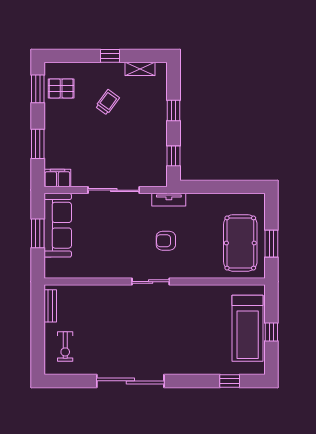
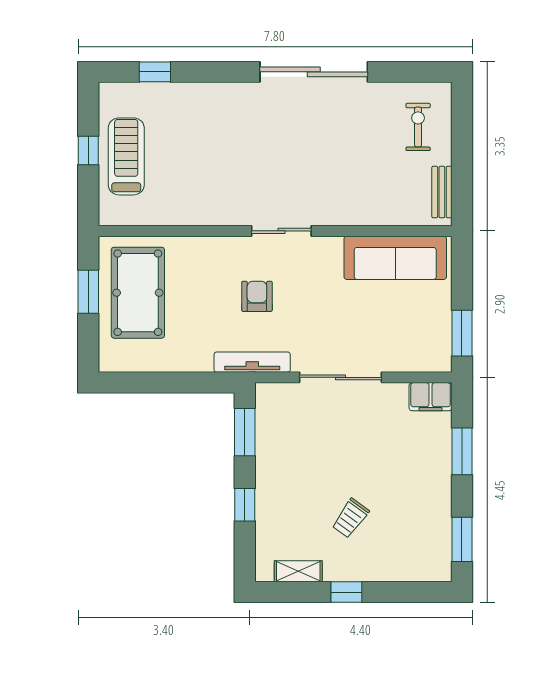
pallet: (61, 88) -> (425, 540), removed
window: (173, 156) -> (245, 432), width x1.50
tv unit: (169, 200) -> (252, 362), width x1.41
sofa: (58, 225) -> (395, 258), moved, turned -90
window: (38, 233) -> (462, 333), moved
armchair: (166, 241) -> (257, 296), turned -90
treadmill: (248, 328) -> (126, 156), width x0.73, depth x0.73

